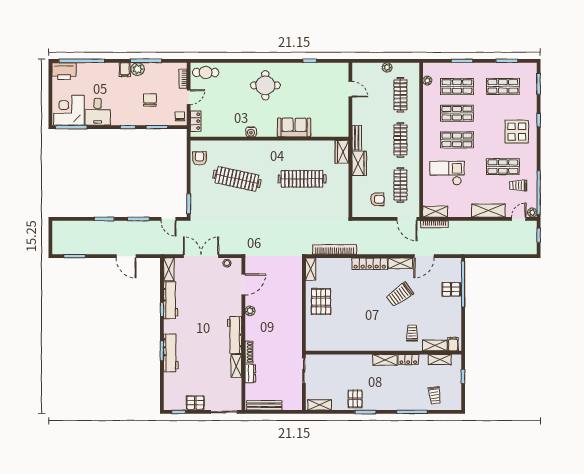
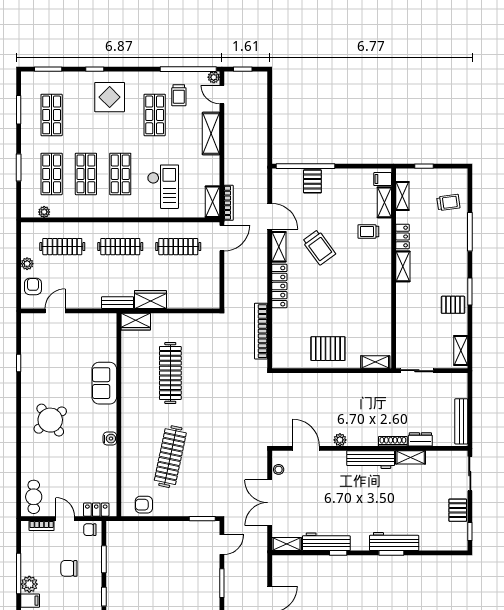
round table: (265, 85) -> (50, 420), turned -37
checkout: (447, 173) -> (163, 187), turned 180
armchair: (377, 199) -> (33, 286), moved
shelving: (311, 269) -> (375, 362), moved

